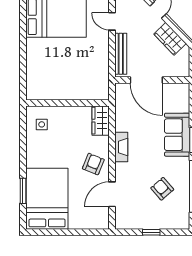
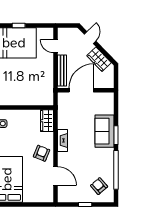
door: (146, 80) -> (81, 90), swing flipped
armchair: (162, 189) -> (99, 186), moved
door: (112, 194) -> (56, 176), swing flipped

